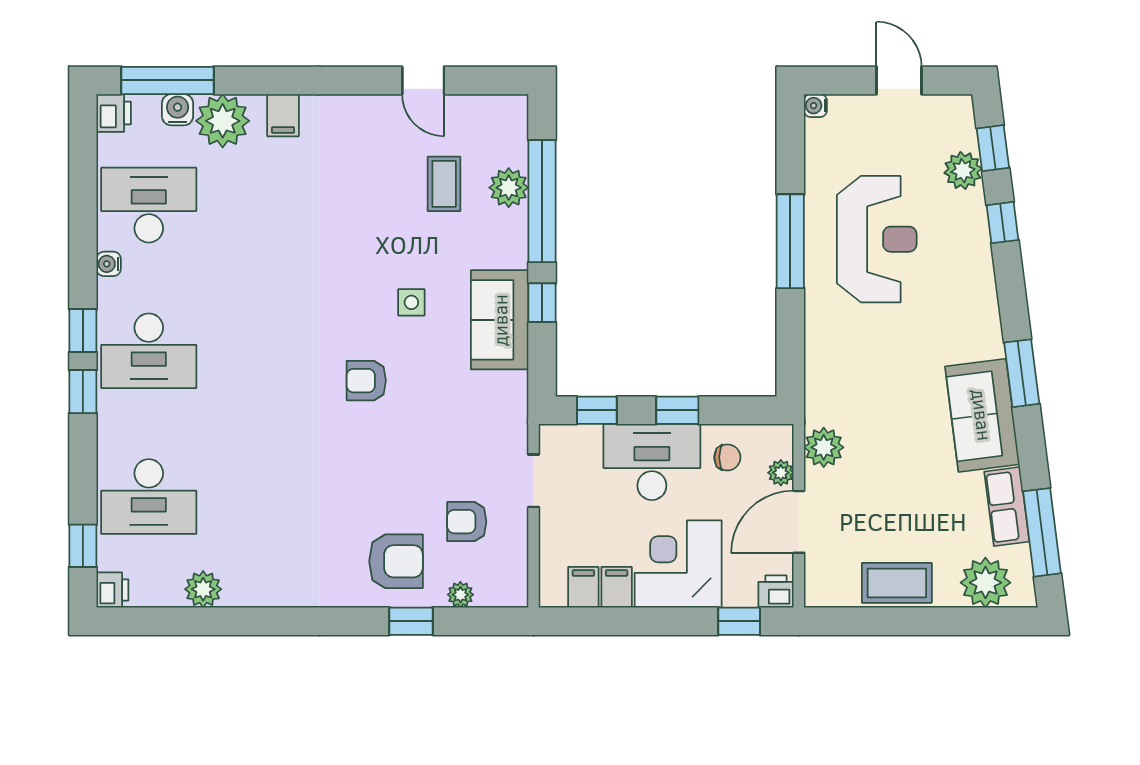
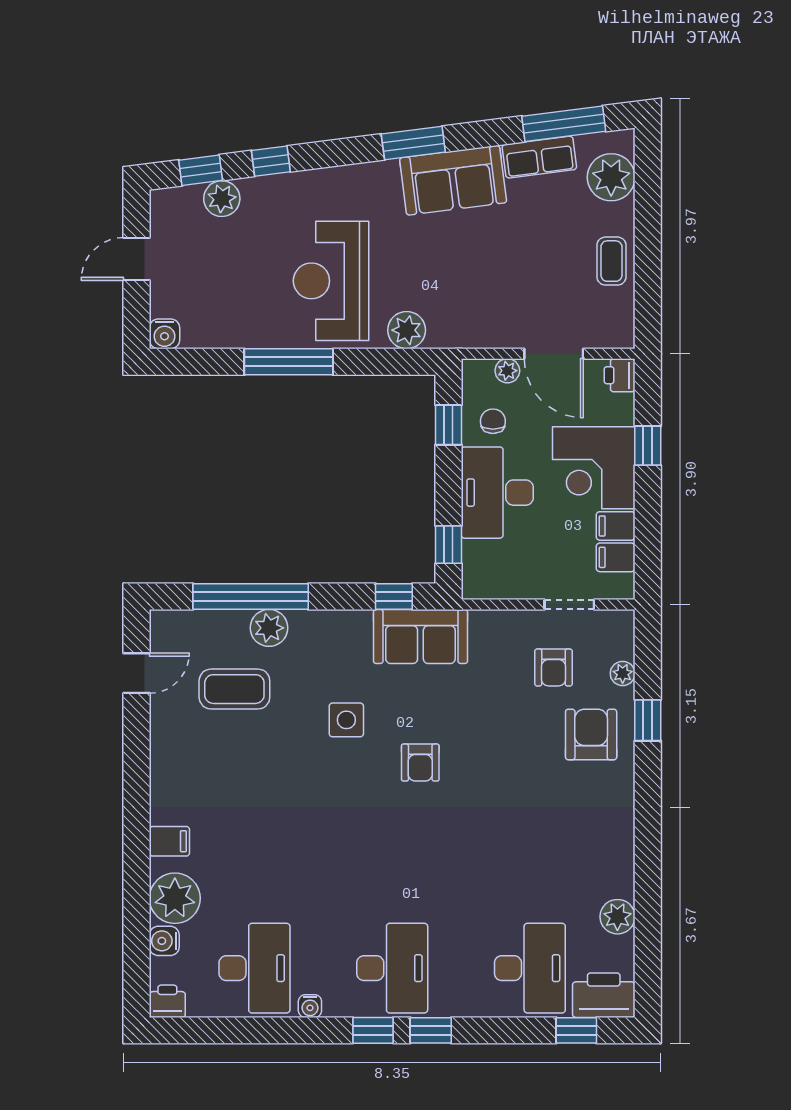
window: (167, 80) -> (137, 950), removed
door: (423, 80) -> (137, 673), moved
water cooler: (815, 106) -> (164, 334), width x1.38, depth x1.38
coffee table: (444, 184) -> (234, 689), width x1.36, depth x1.30
plant: (509, 188) -> (269, 628), moved
desk: (149, 205) -> (254, 968), turned 180
reception desk: (877, 239) -> (331, 281), moved, turned -90
side table: (411, 302) -> (346, 720), width x1.37, depth x1.37
window: (542, 303) -> (394, 596), moved
sofa: (500, 320) -> (420, 636), moved
window: (677, 410) -> (448, 425), moved
plant: (824, 447) -> (407, 330), moved
doorway: (534, 481) -> (569, 604), moved
coffee table: (897, 583) -> (611, 261), width x0.73, depth x0.77
printer: (112, 590) -> (604, 995), width x1.87, depth x1.48
window: (739, 621) -> (648, 446), moved

